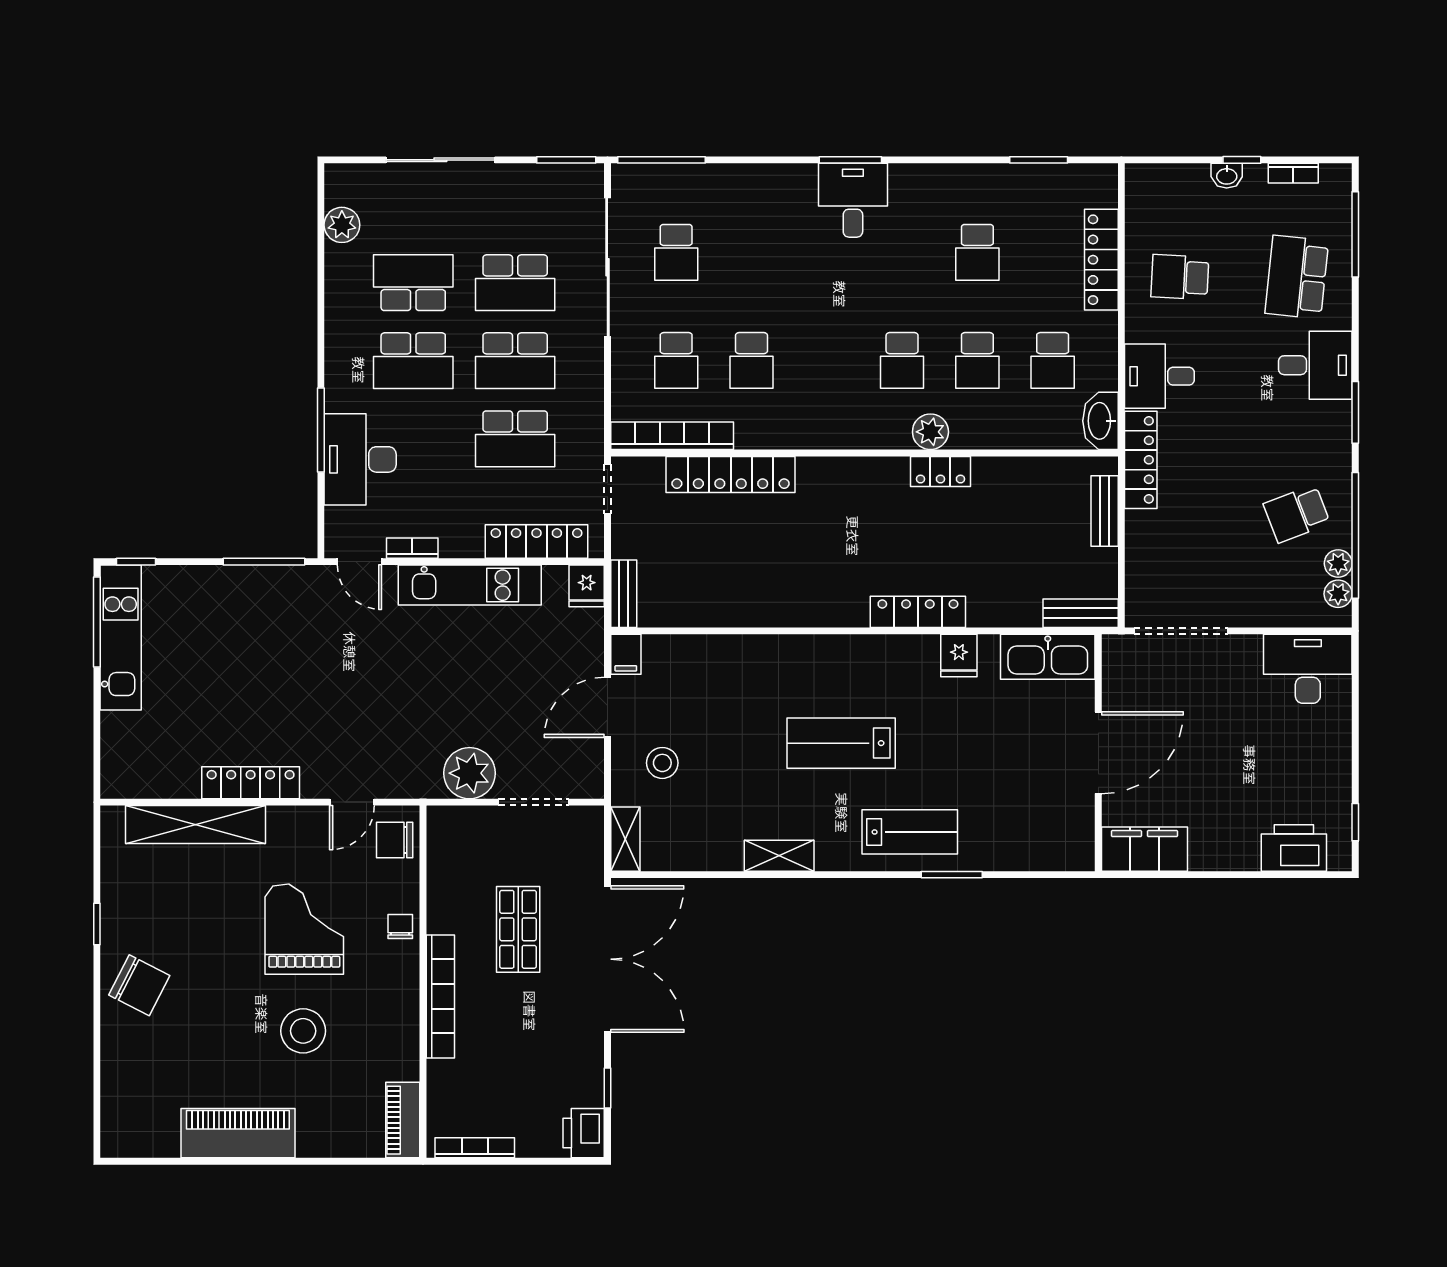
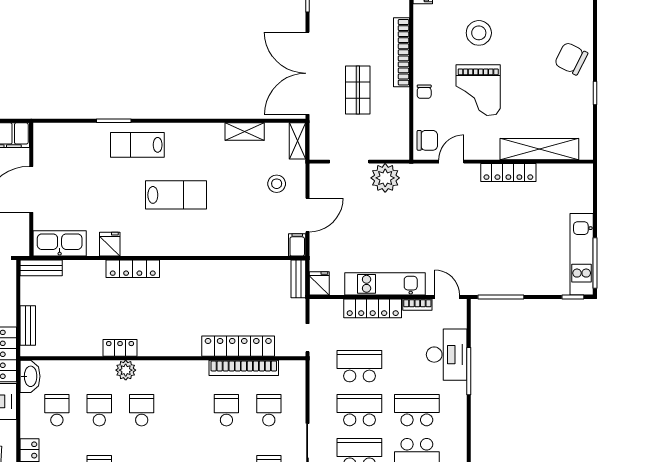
bookcase: (672, 436) -> (244, 368), moved
locker: (536, 542) -> (373, 308), moved
shelving: (779, 856) -> (245, 131), moved

